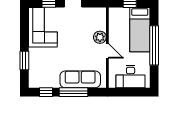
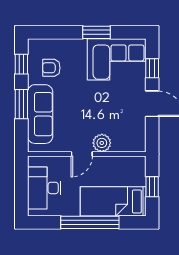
window: (24, 60) -> (97, 32), moved
armchair: (49, 72) -> (51, 68), added
window: (73, 92) -> (21, 104), width x0.69

